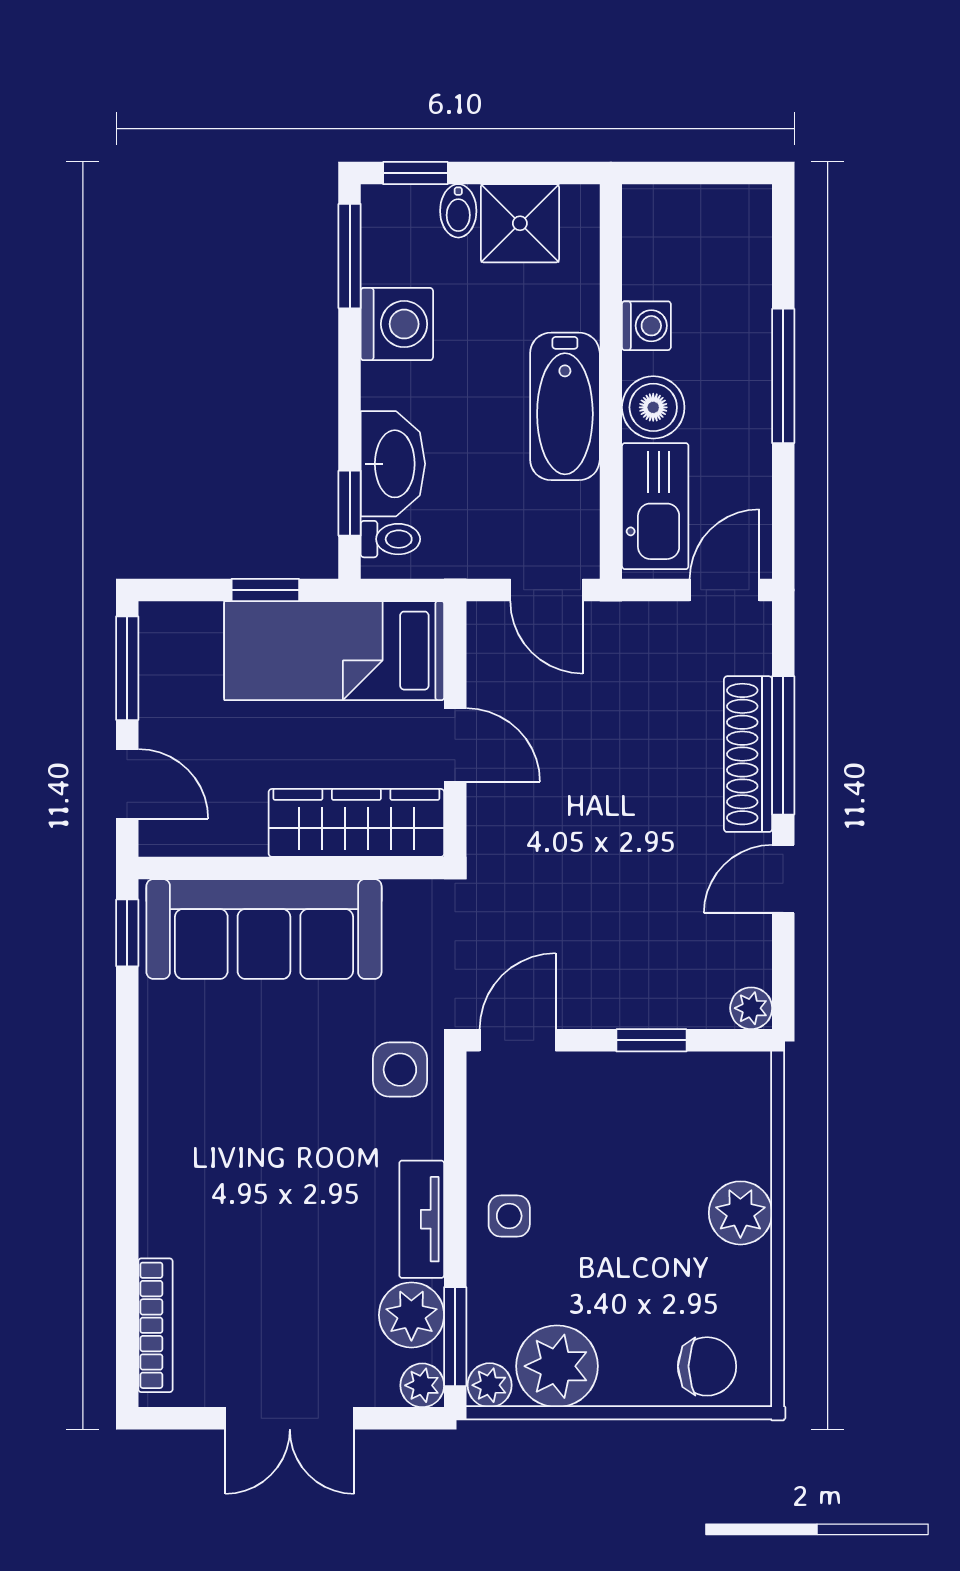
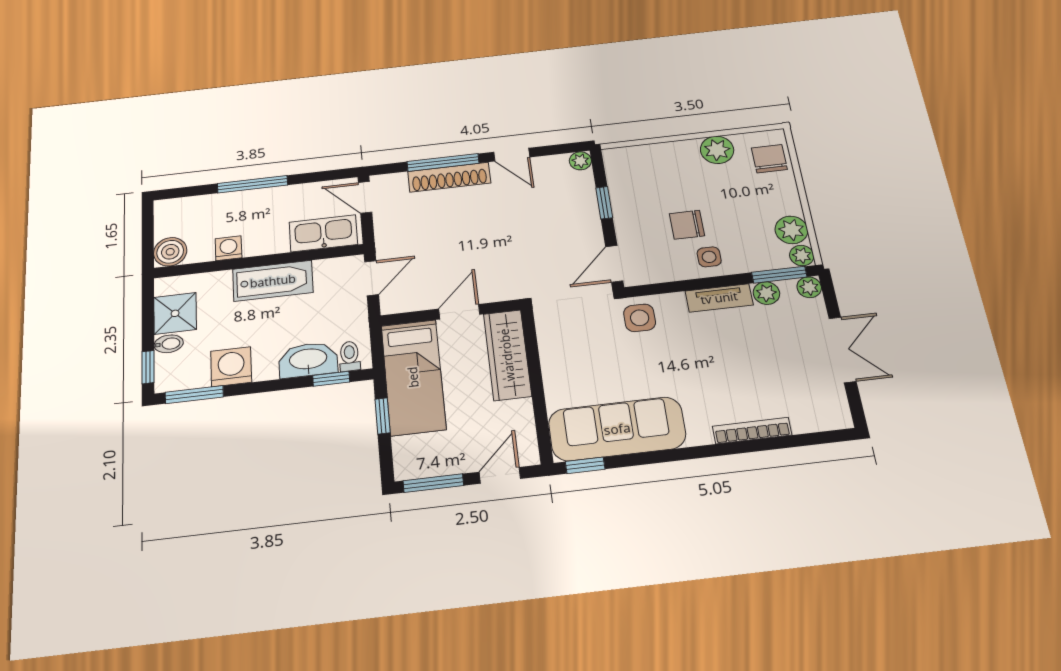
boiler: (653, 407) -> (170, 252), moved
sofa: (264, 929) -> (617, 429), moved, turned -90
door: (518, 1040) -> (614, 264), hinge flipped
chair: (583, 1187) -> (687, 225), added
plant: (740, 1213) -> (717, 150), moved
plant: (411, 1315) -> (766, 293), width x0.73, depth x0.73
bookcase: (155, 1325) -> (752, 431), moved
plant: (557, 1366) -> (791, 230), width x0.73, depth x0.73

